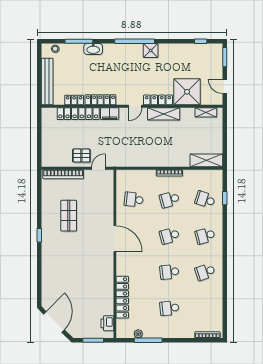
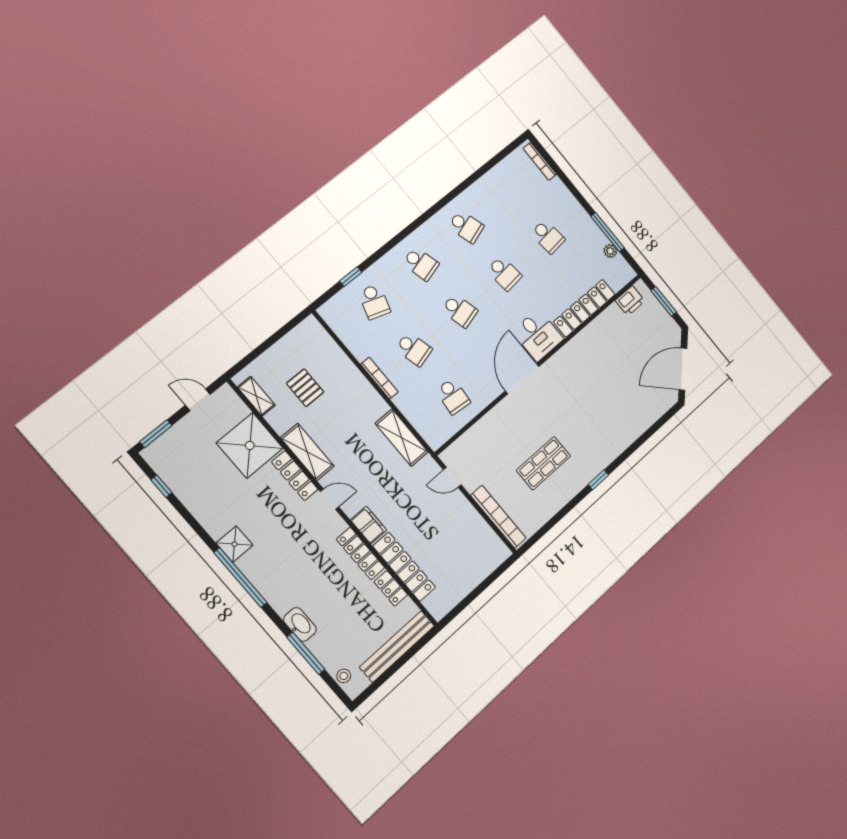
door: (225, 86) -> (198, 400), swing flipped
pallet: (81, 156) -> (305, 388), moved
shelving: (206, 160) -> (402, 438), moved
desk: (128, 263) -> (538, 335), added

